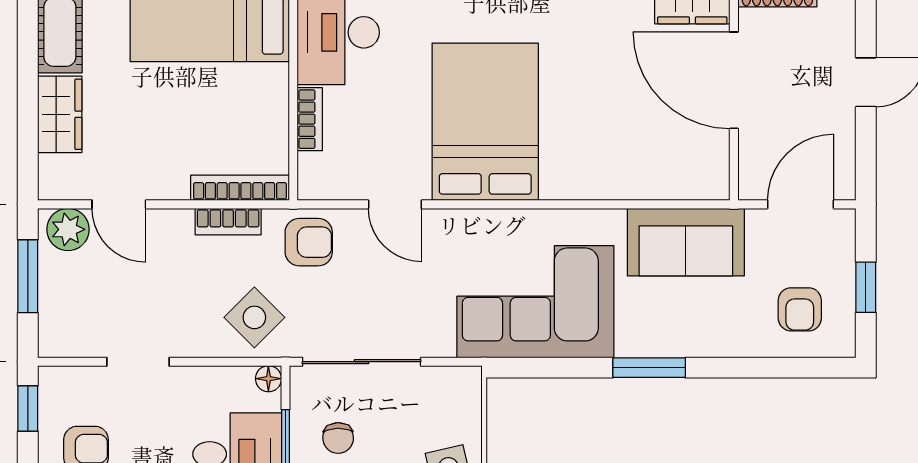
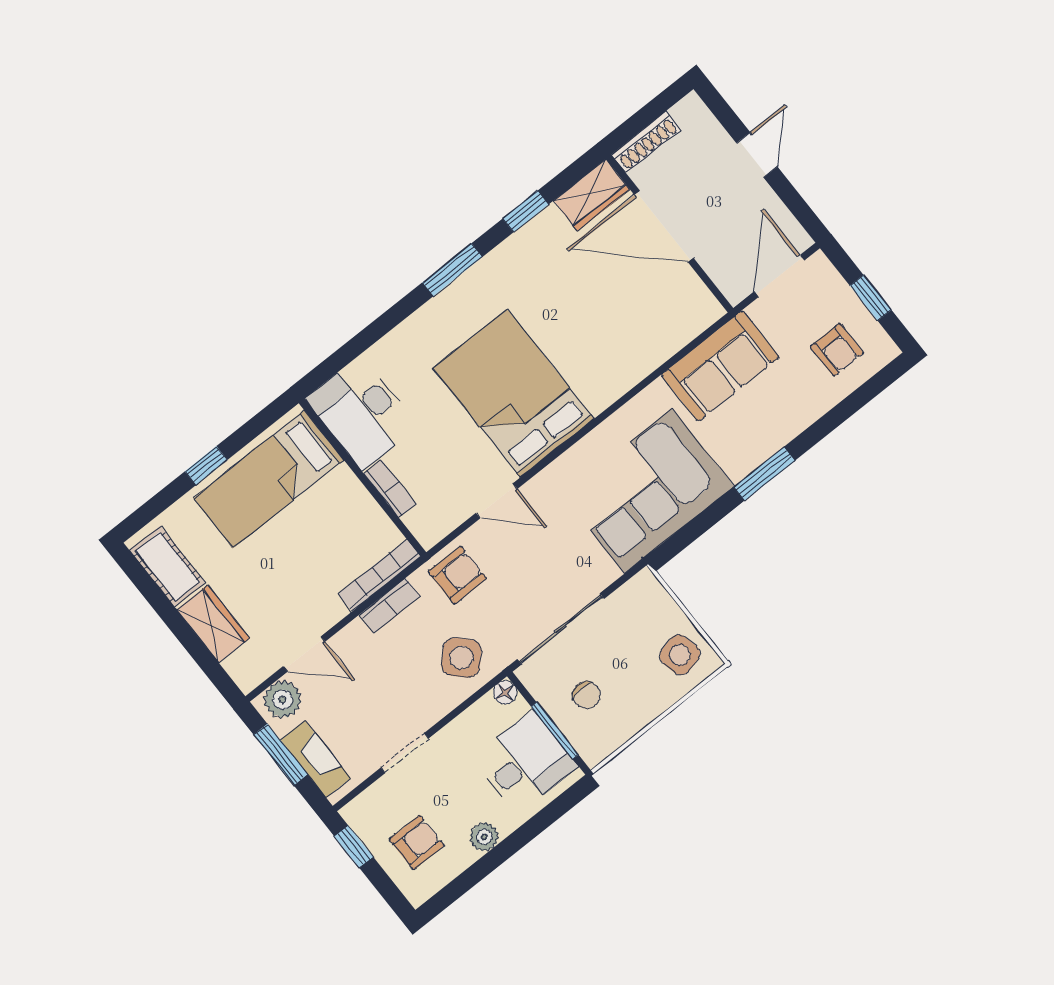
fireplace: (55, 305) -> (315, 759), added

